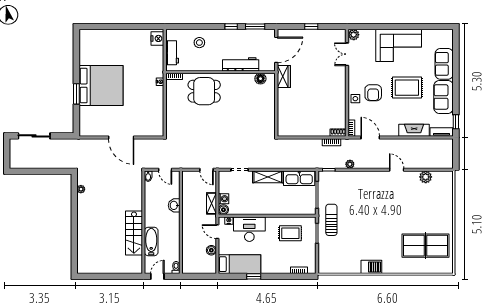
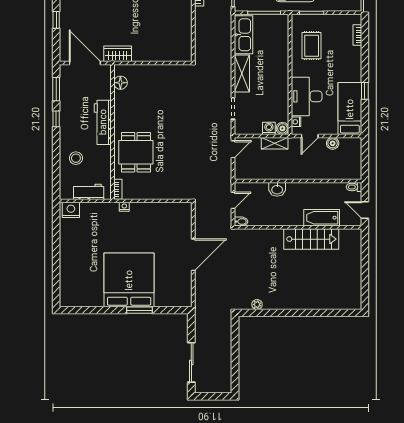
workbench: (241, 64) -> (103, 122), moved

